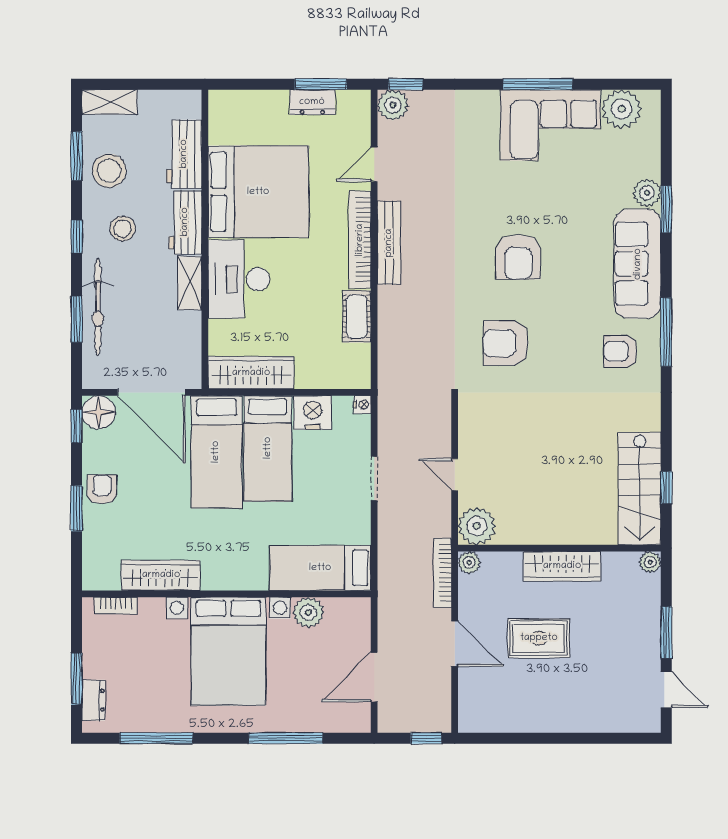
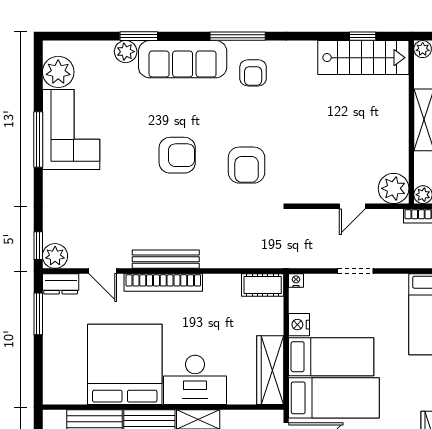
dresser: (312, 102) -> (61, 284), moved, turned 90
cot: (357, 317) -> (263, 285), moved
nightstand: (313, 413) -> (299, 325), width x0.74, depth x0.75

